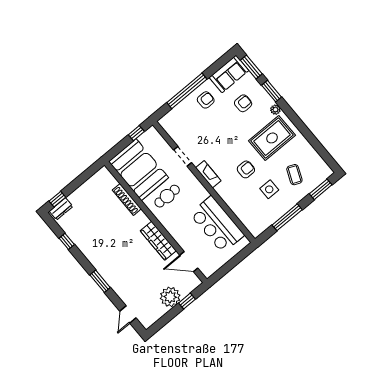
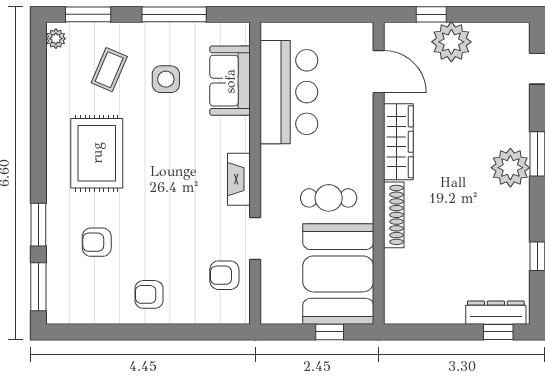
sofa: (229, 74) -> (230, 81), moved, turned -90
window: (187, 91) -> (166, 332), removed
plant: (275, 110) -> (56, 39), moved
window: (136, 133) -> (330, 332), moved
rug: (272, 138) -> (97, 153), turned 90
armchair: (246, 169) -> (224, 275), moved
shoe rack: (127, 199) -> (394, 215), moved
dresser: (61, 209) -> (496, 313), width x1.44
plant: (106, 267) -> (510, 168), added

